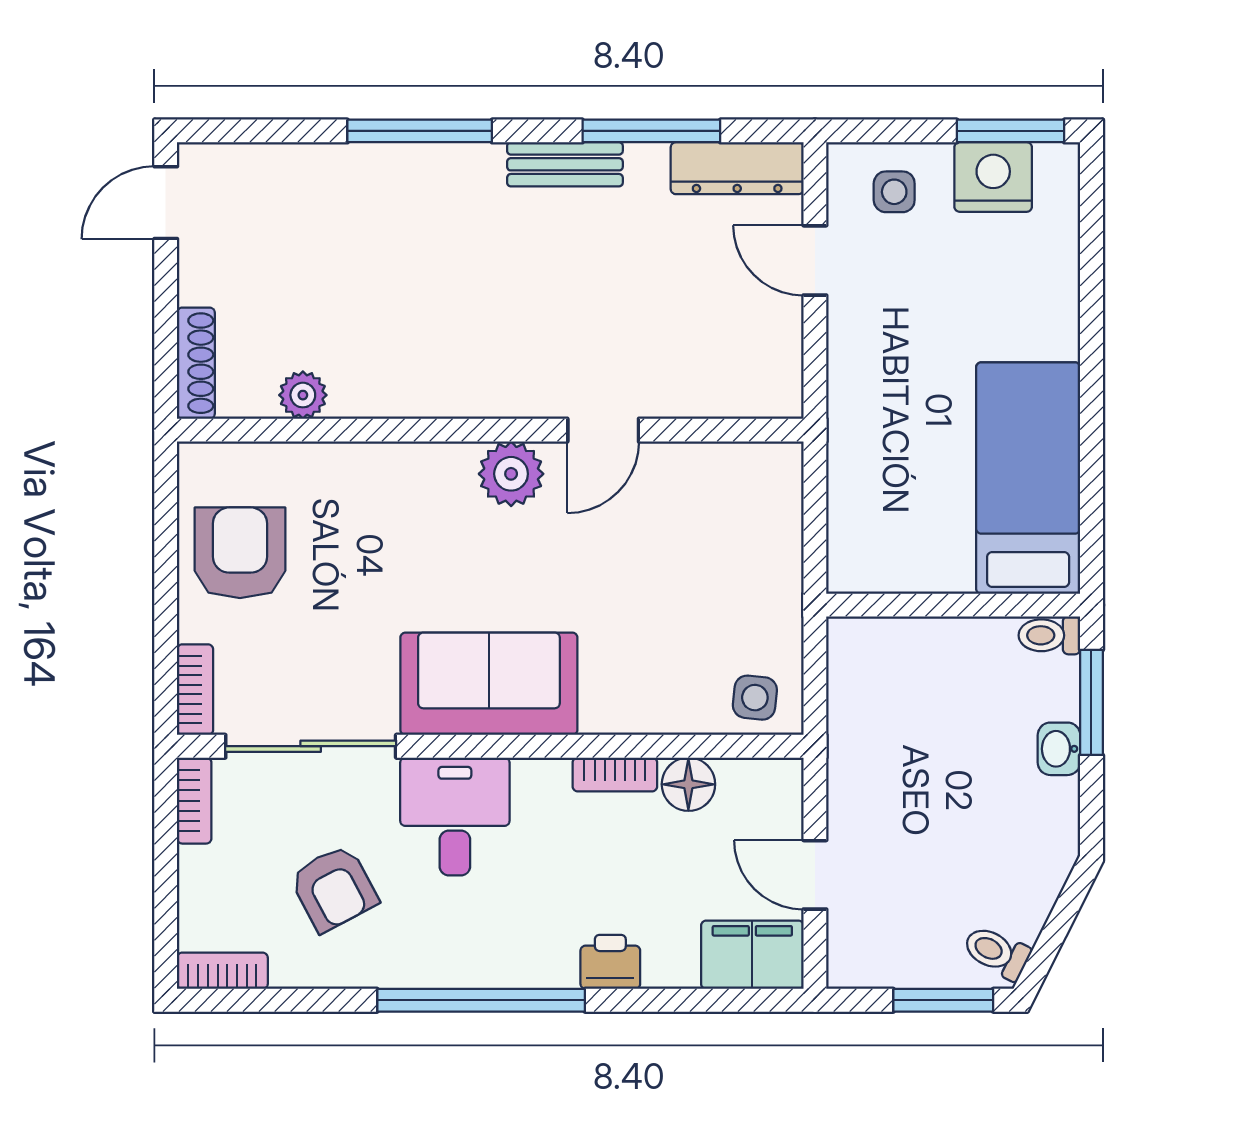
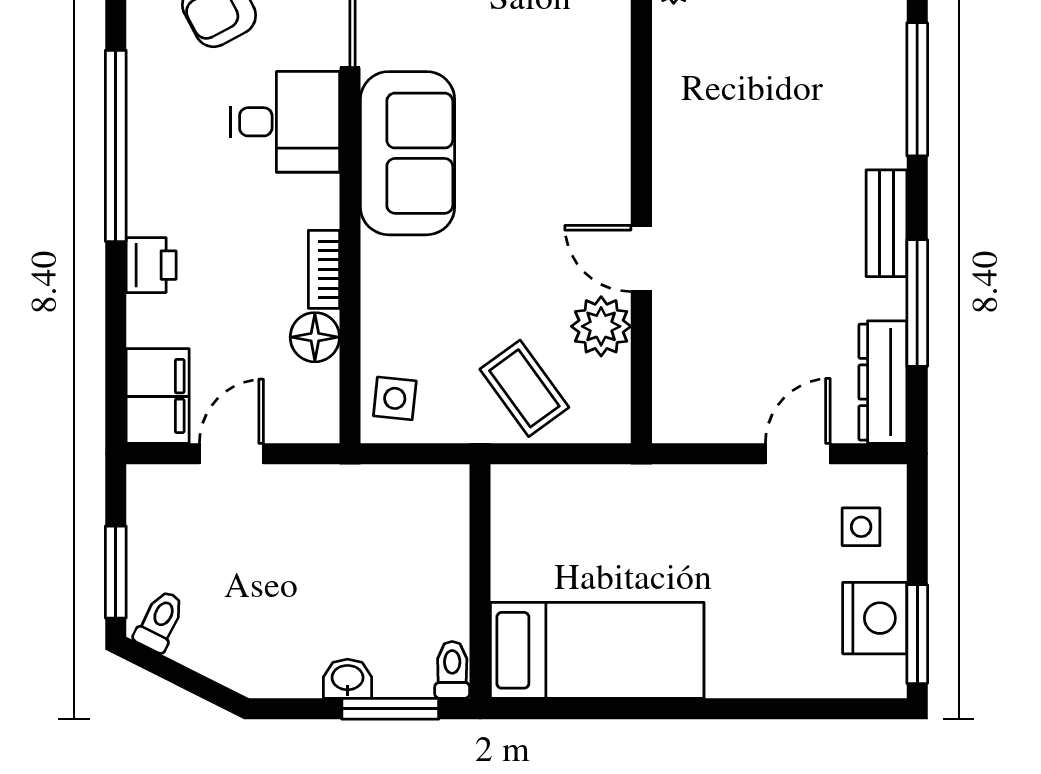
plant: (511, 474) -> (601, 326), moved
coffee table: (744, 557) -> (524, 388), added

